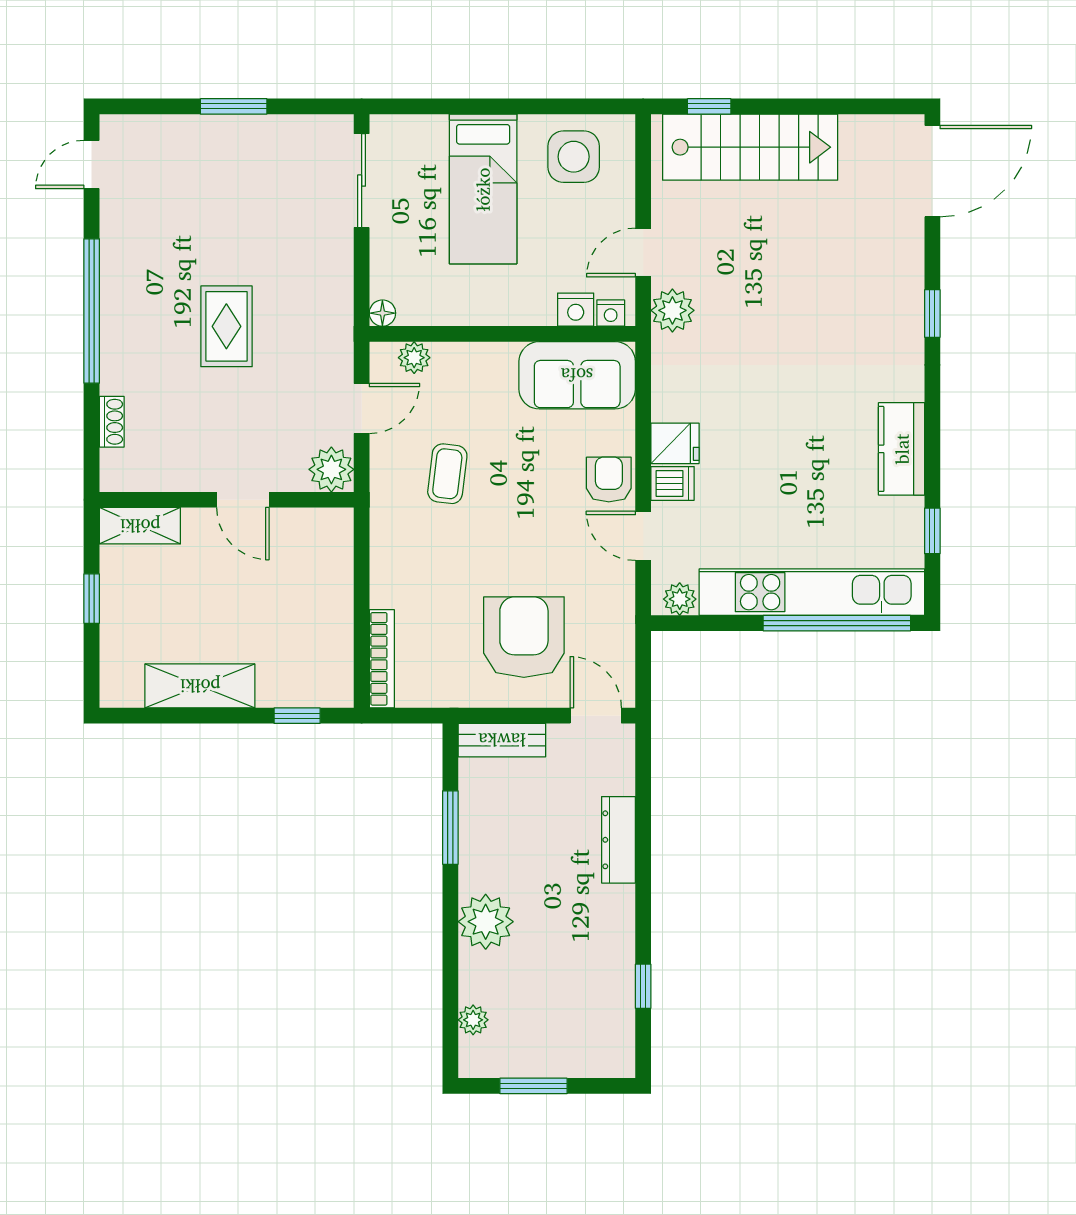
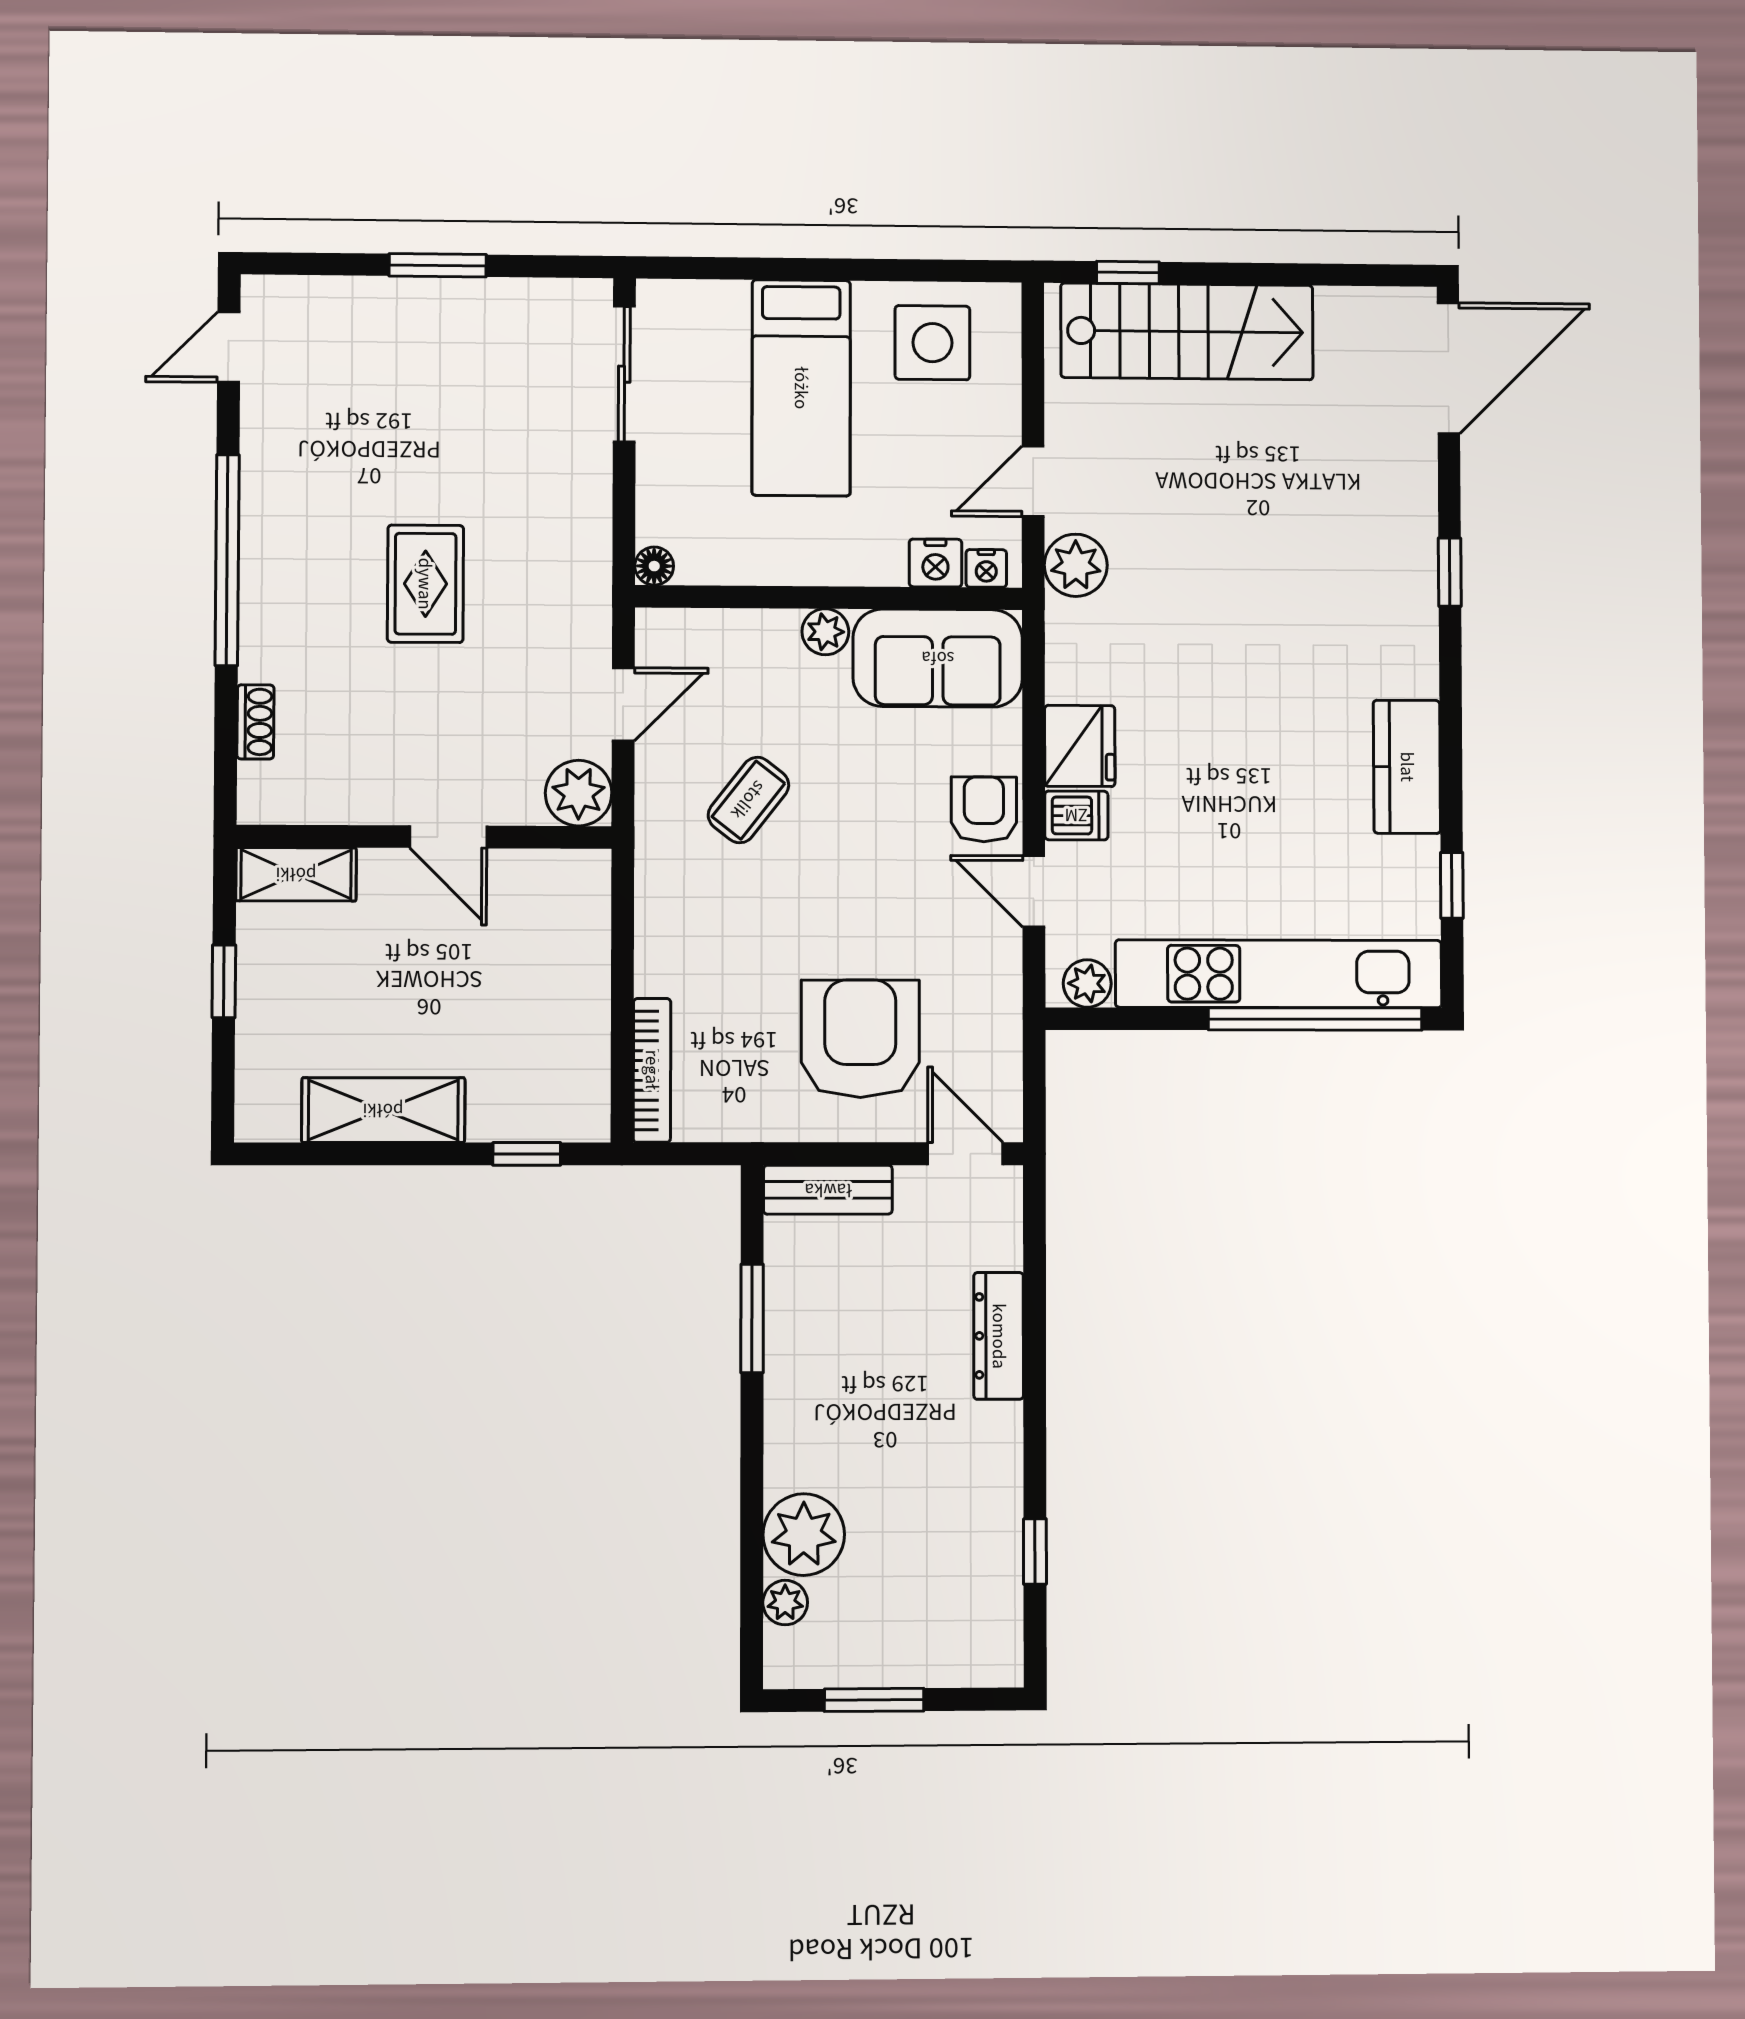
plant: (414, 358) -> (825, 632), moved
fridge: (675, 443) -> (1080, 746), width x1.38
coffee table: (447, 474) -> (748, 800), turned 31
plant: (486, 922) -> (804, 1535), moved

